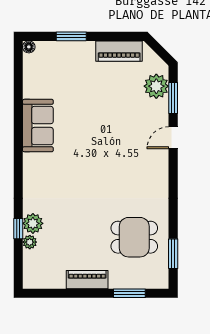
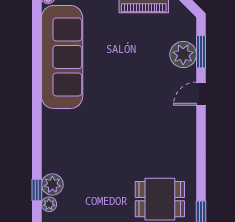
plant: (156, 86) -> (183, 54), moved
sofa: (38, 126) -> (62, 57), width x1.85, depth x1.27

